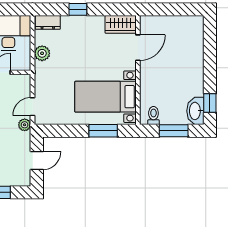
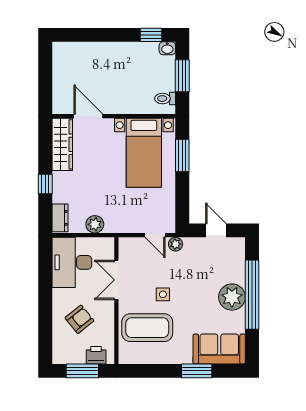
wardrobe: (121, 24) -> (62, 144), width x1.50
washbasin: (195, 111) -> (167, 48), width x0.52, depth x0.69

